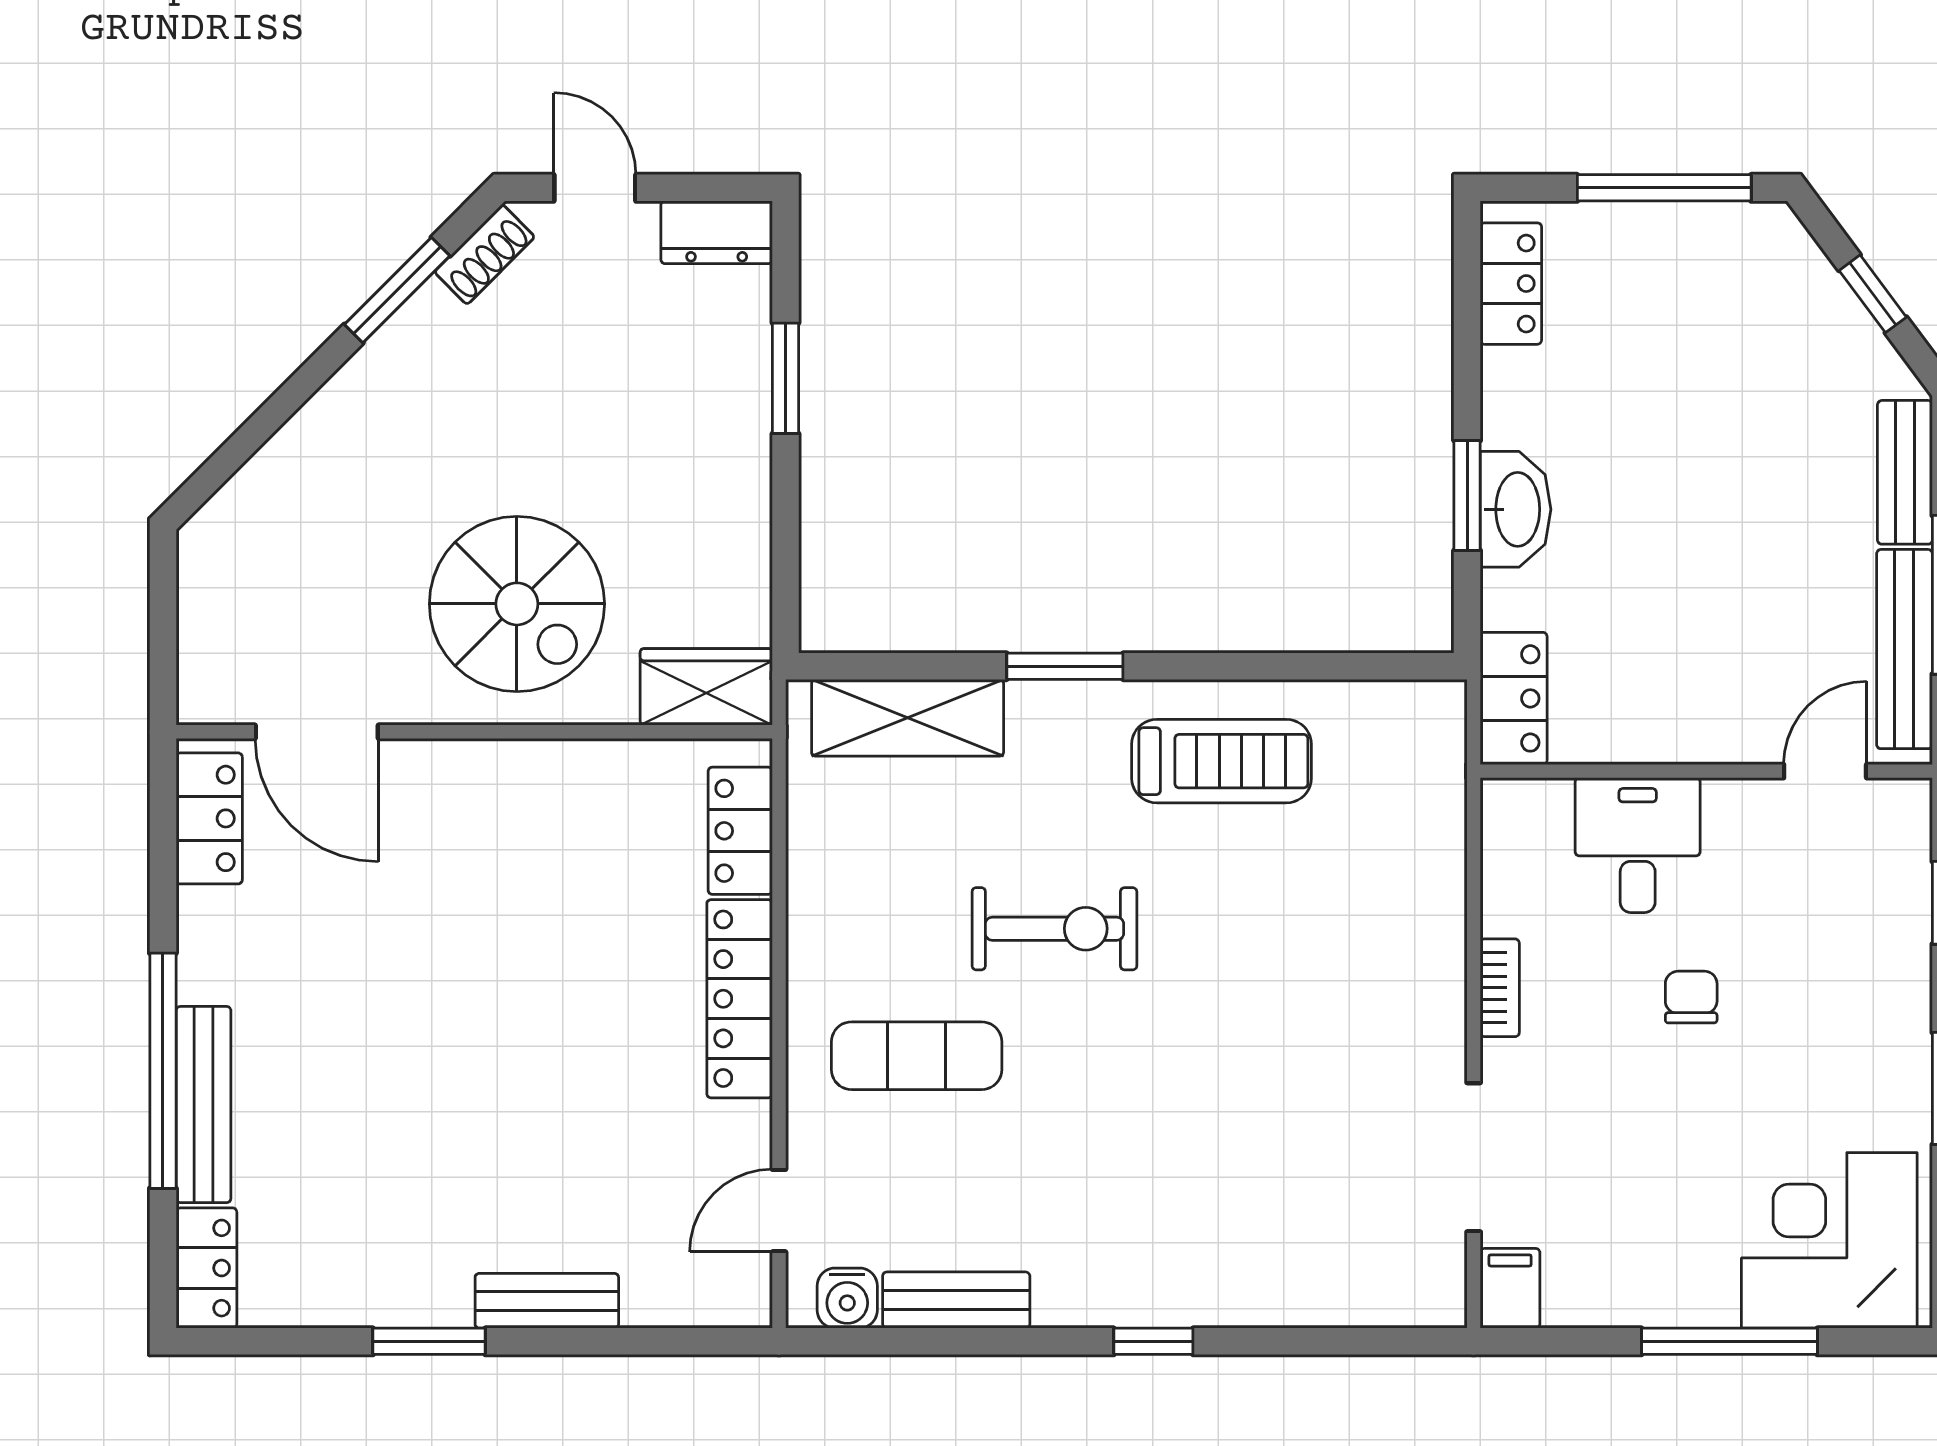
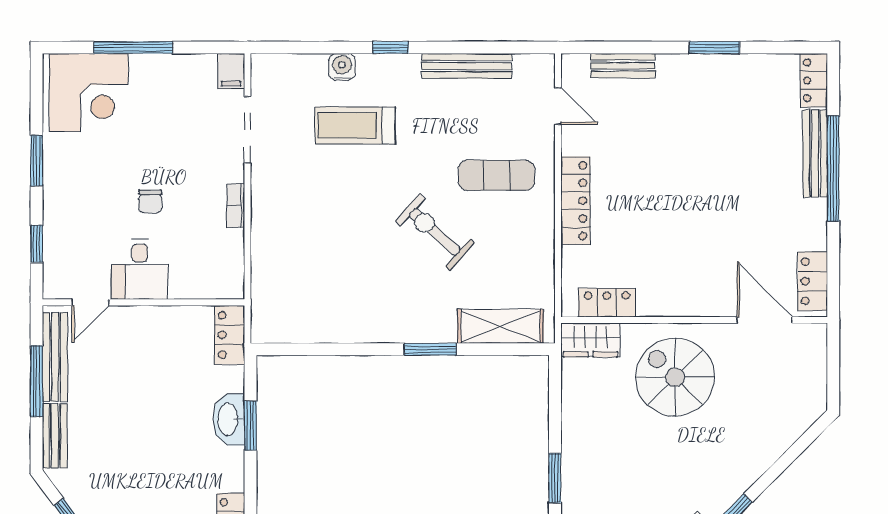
treadmill: (1222, 761) -> (355, 126), moved
locker: (740, 831) -> (607, 303), moved, turned -90
desk: (1638, 845) -> (140, 269), moved
exercise bike: (1054, 929) -> (435, 232), turned 42
door: (779, 1211) -> (558, 106), hinge flipped
water cooler: (847, 1298) -> (342, 67), moved
bench: (956, 1300) -> (467, 66), width x1.36
bench: (547, 1301) -> (623, 66), moved

